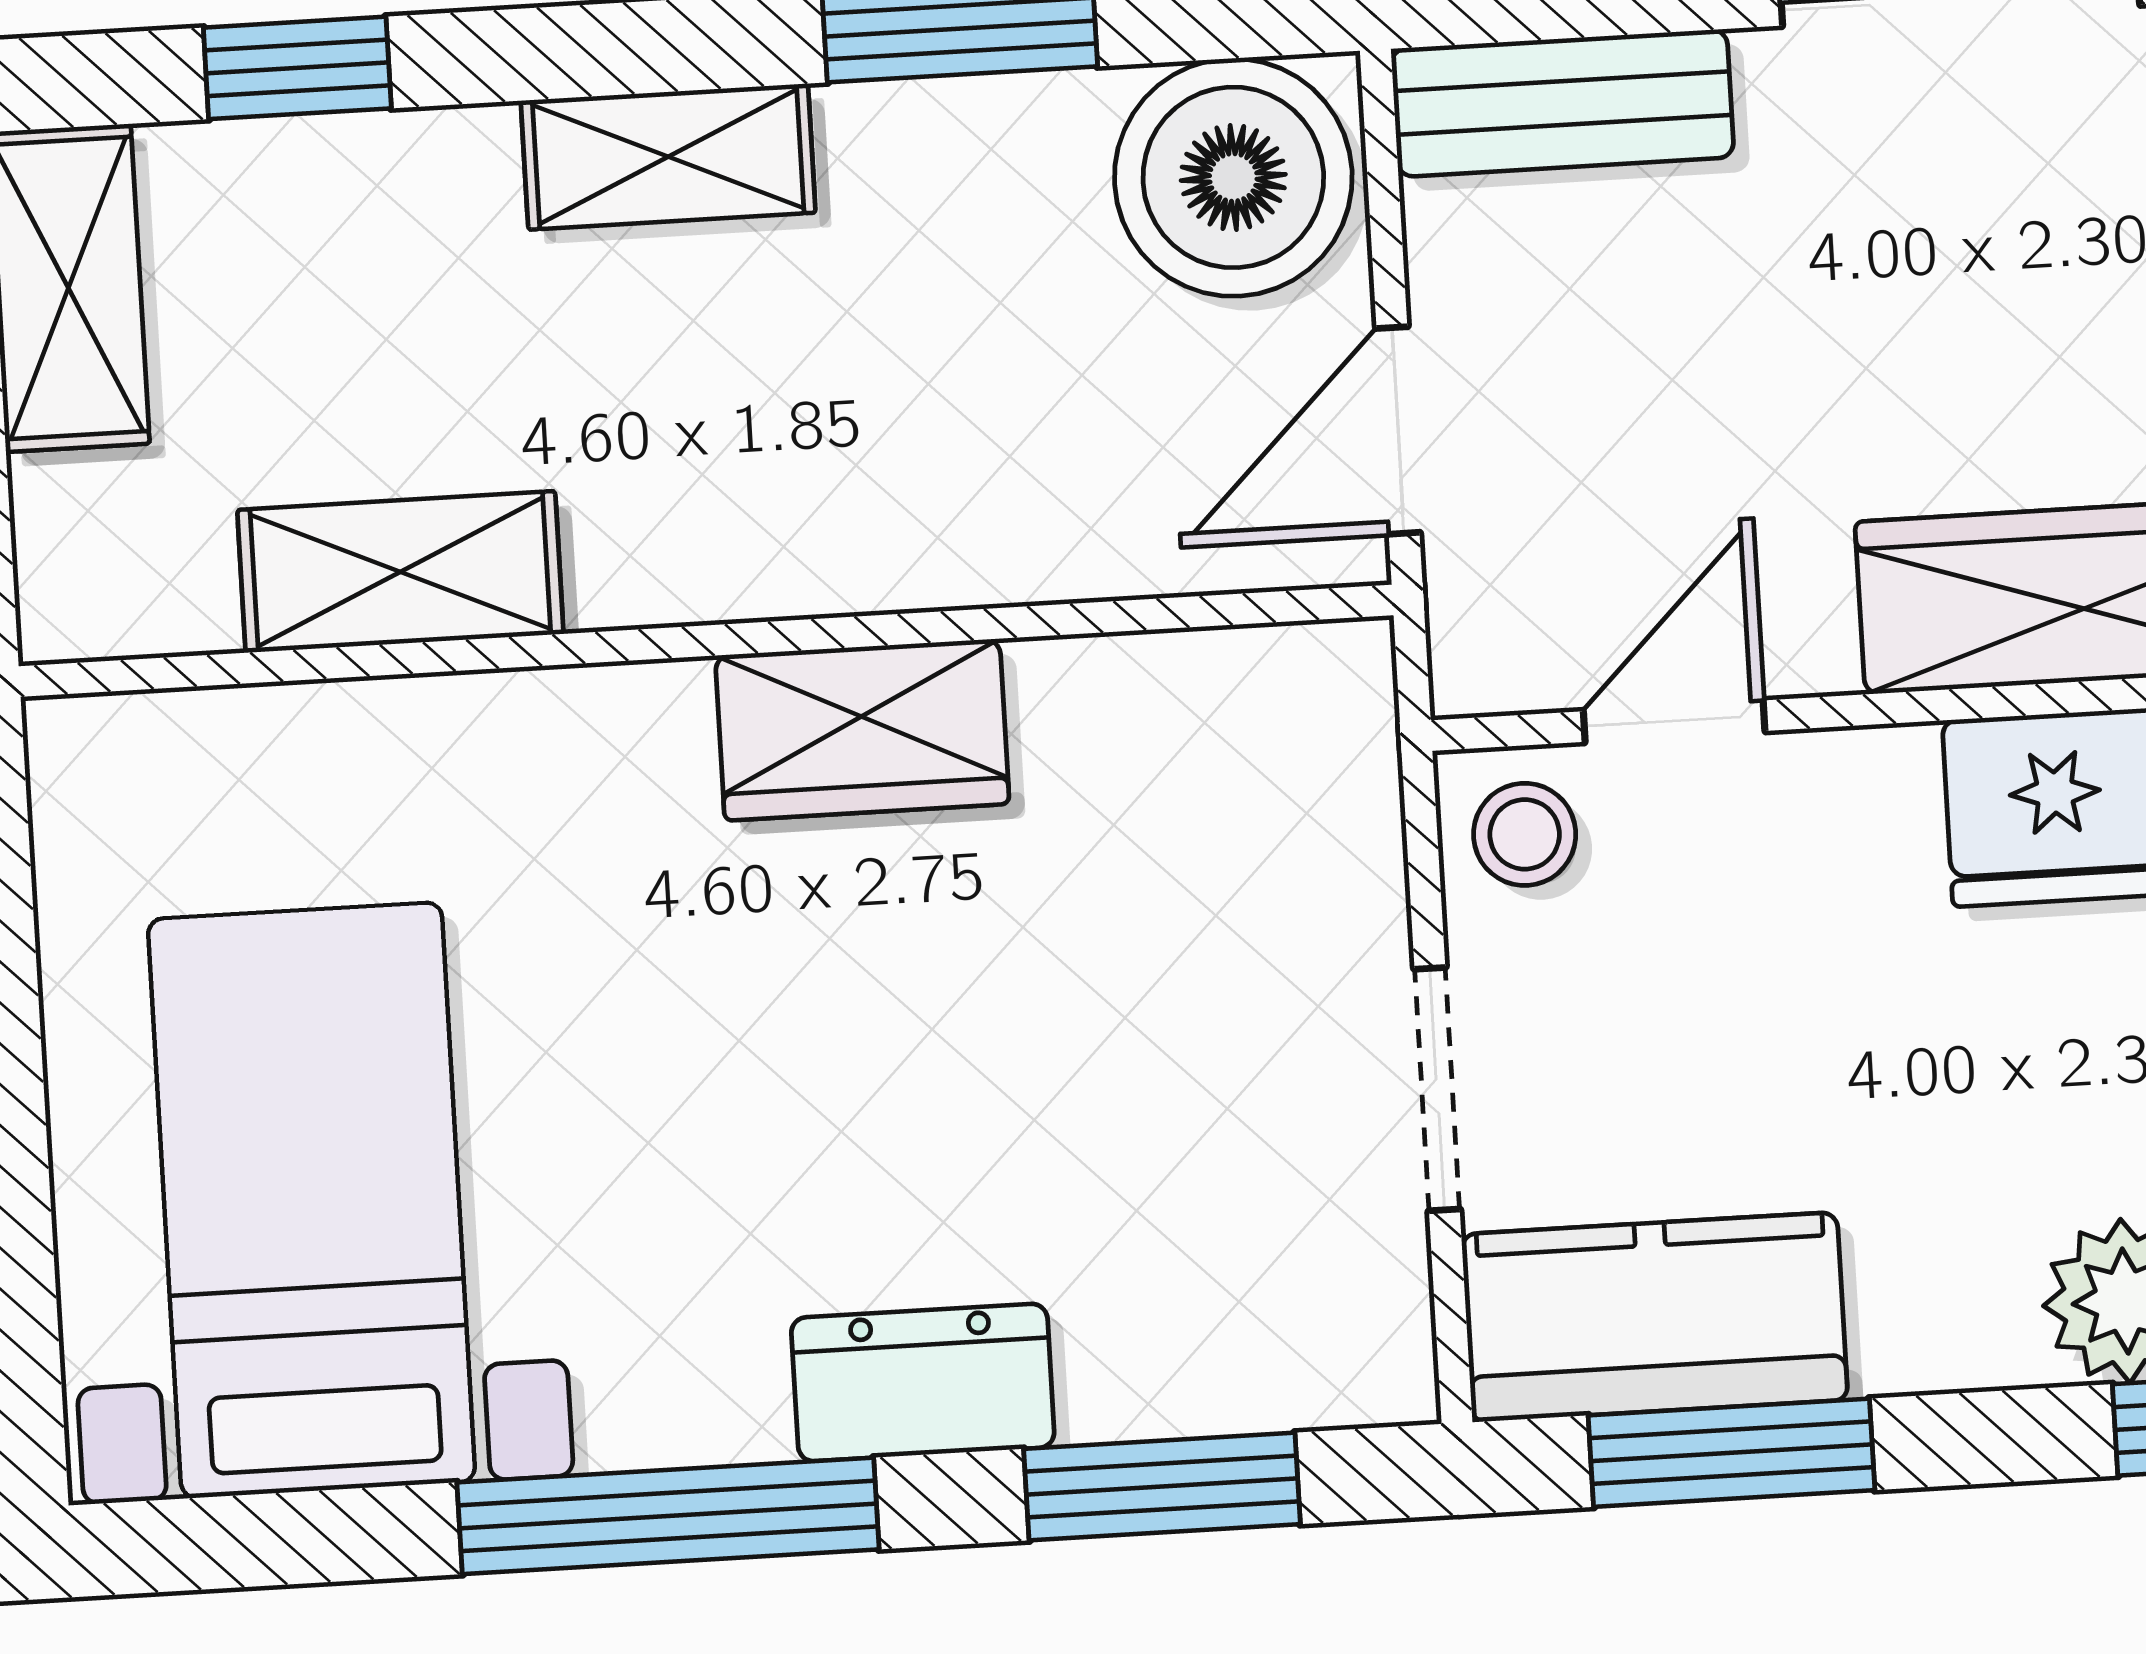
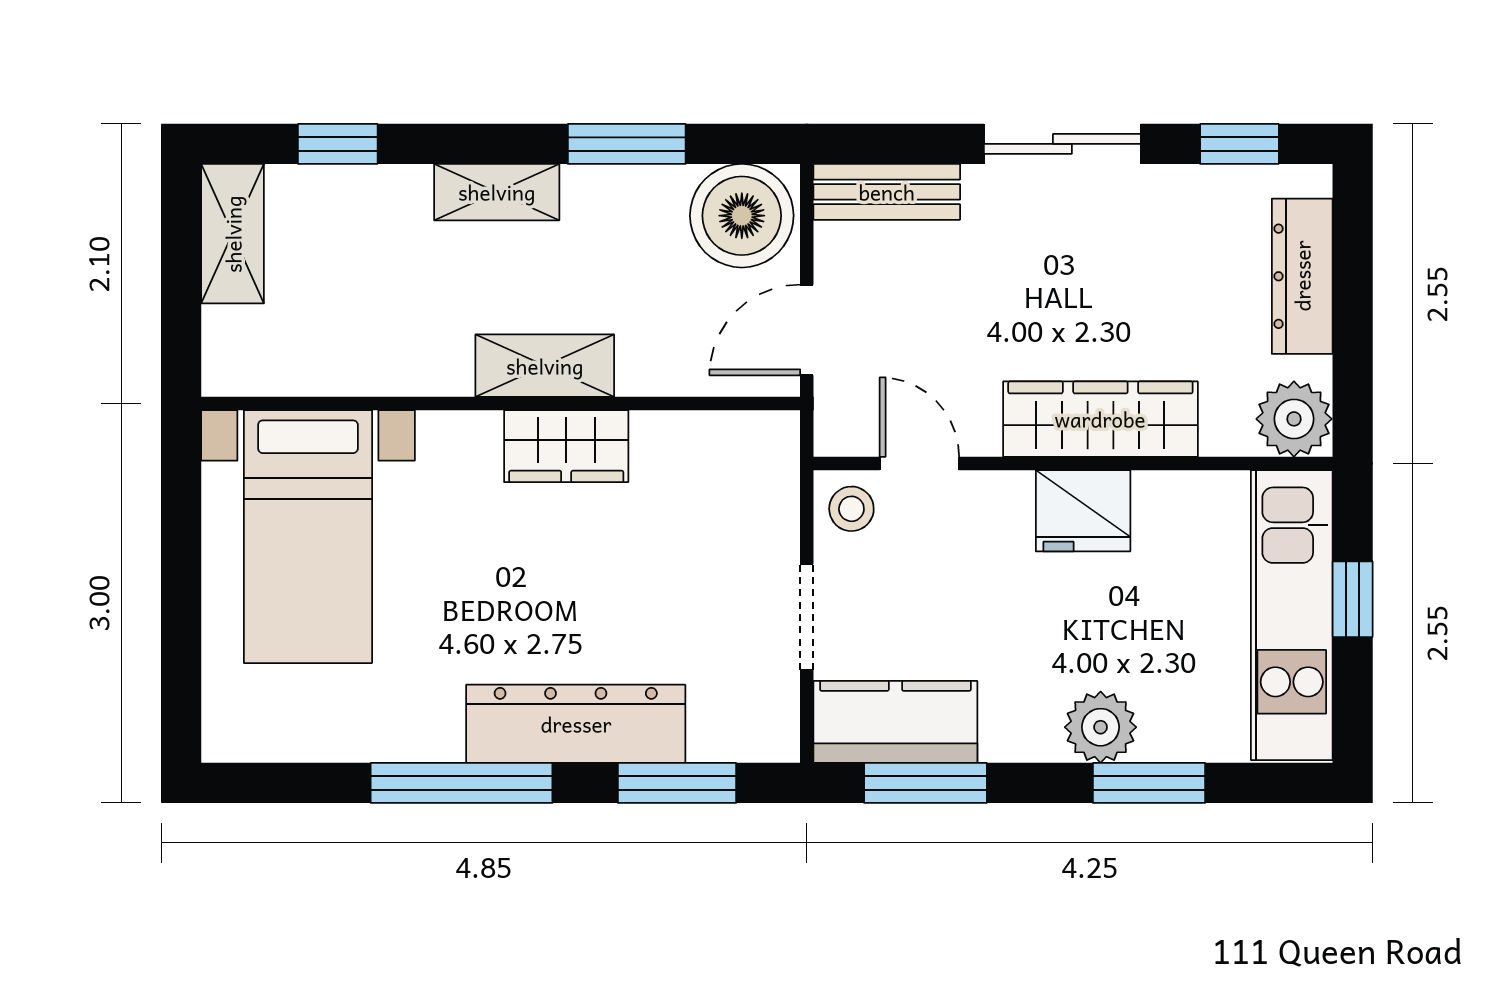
shelving: (400, 572) -> (545, 366), moved
door: (1674, 721) -> (919, 463), hinge flipped
bed with nightstands: (312, 1200) -> (308, 537), moved, turned 180
dresser: (923, 1383) -> (576, 724), width x1.96, depth x1.24

